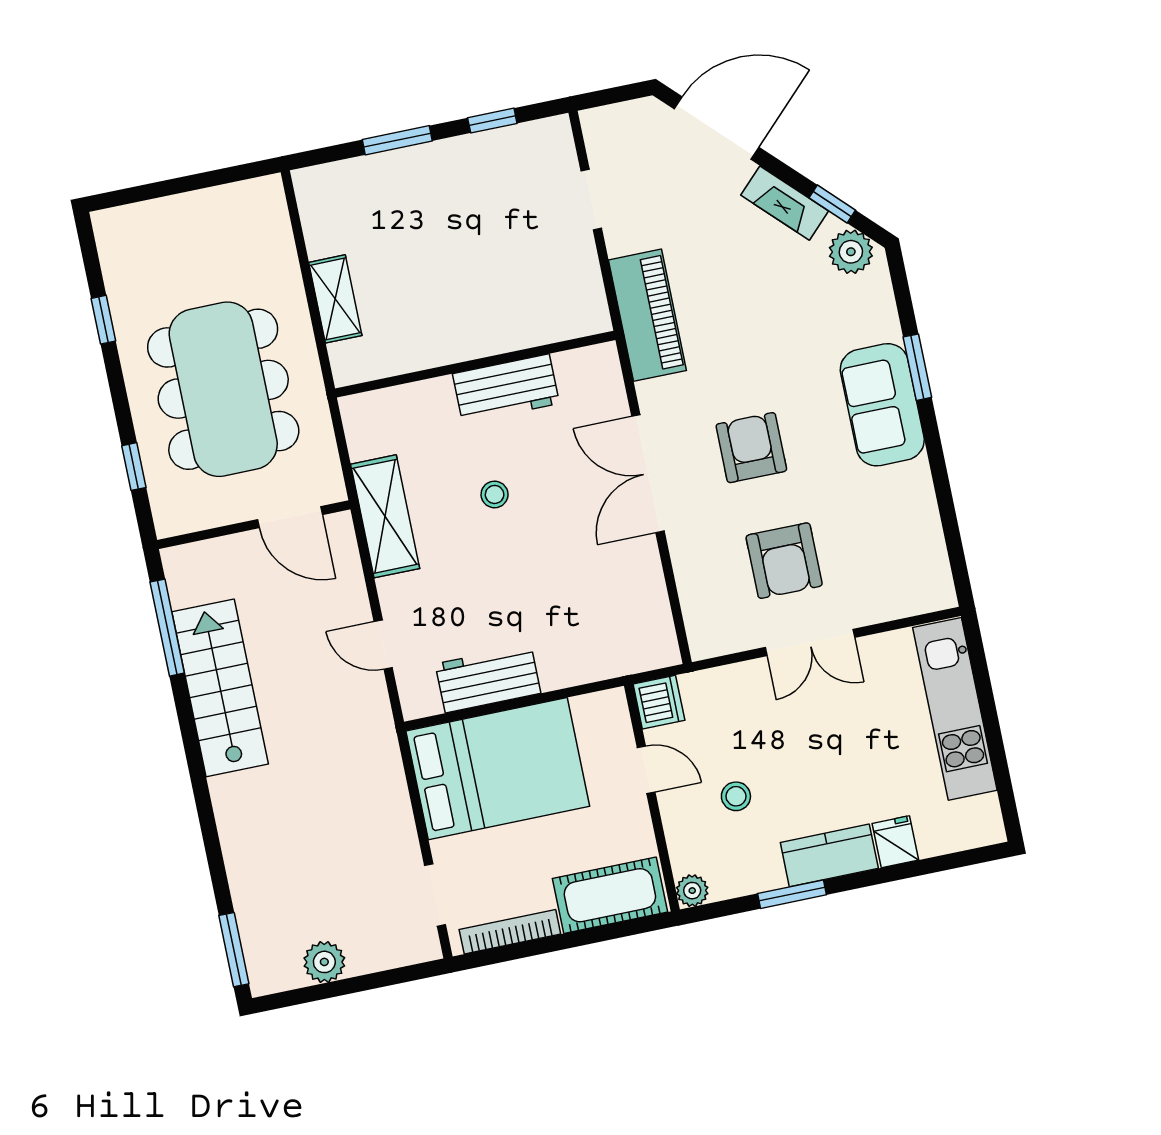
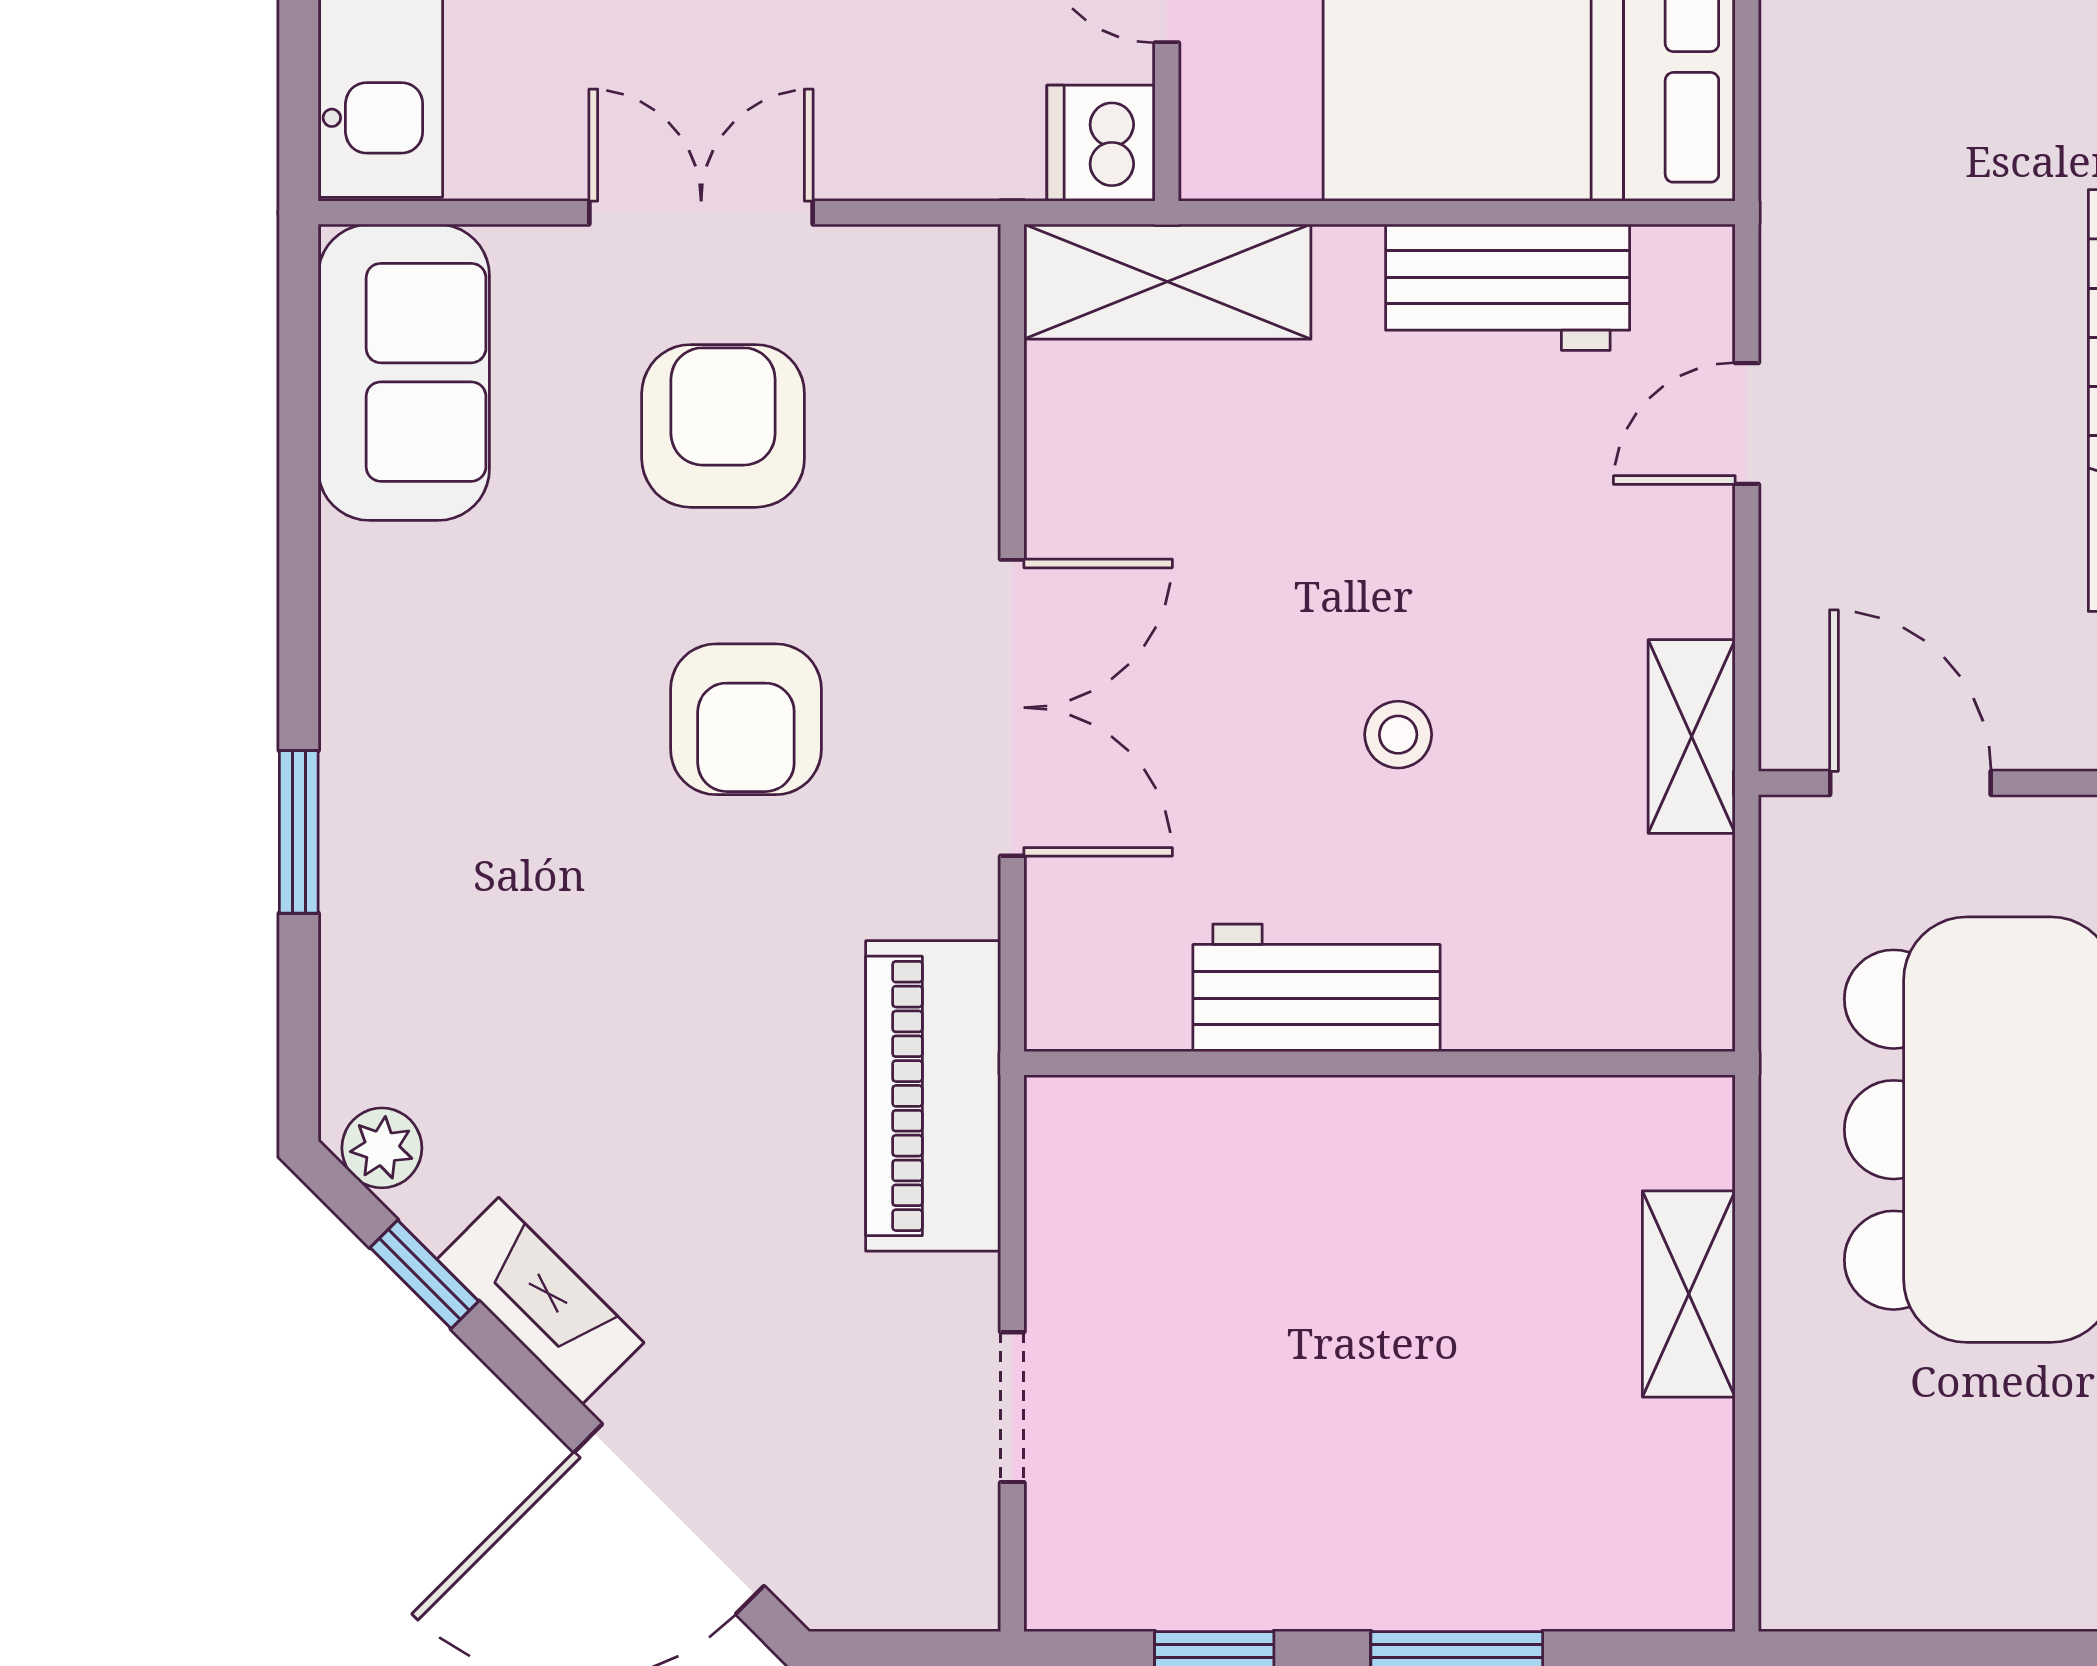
plant: (851, 252) -> (382, 1148), width x0.73, depth x0.73
sofa: (882, 405) -> (404, 372), moved
shelving: (385, 516) -> (1692, 737), width x0.67, depth x0.75
door: (383, 645) -> (1747, 424), swing flipped
shelving: (622, 653) -> (1167, 282), added

